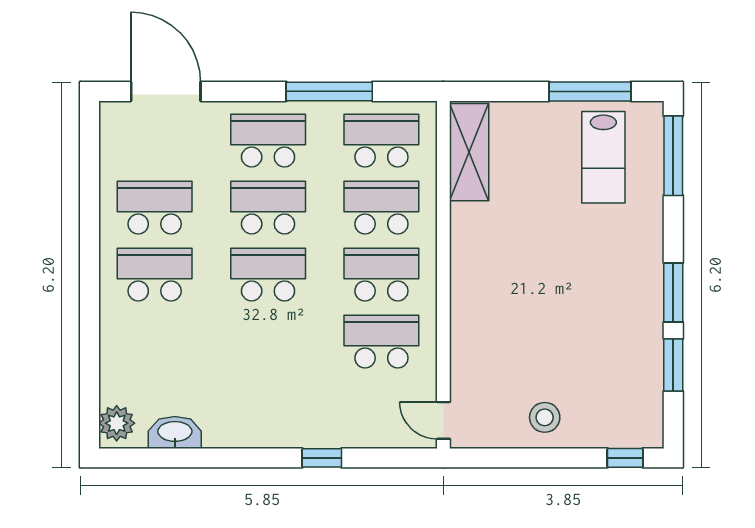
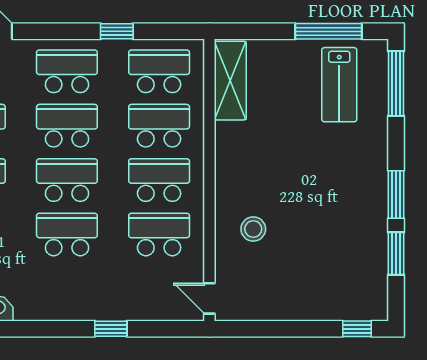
window: (329, 91) -> (117, 31), width x0.46
school desk: (268, 342) -> (67, 234), added
stool: (545, 417) -> (253, 229), moved

